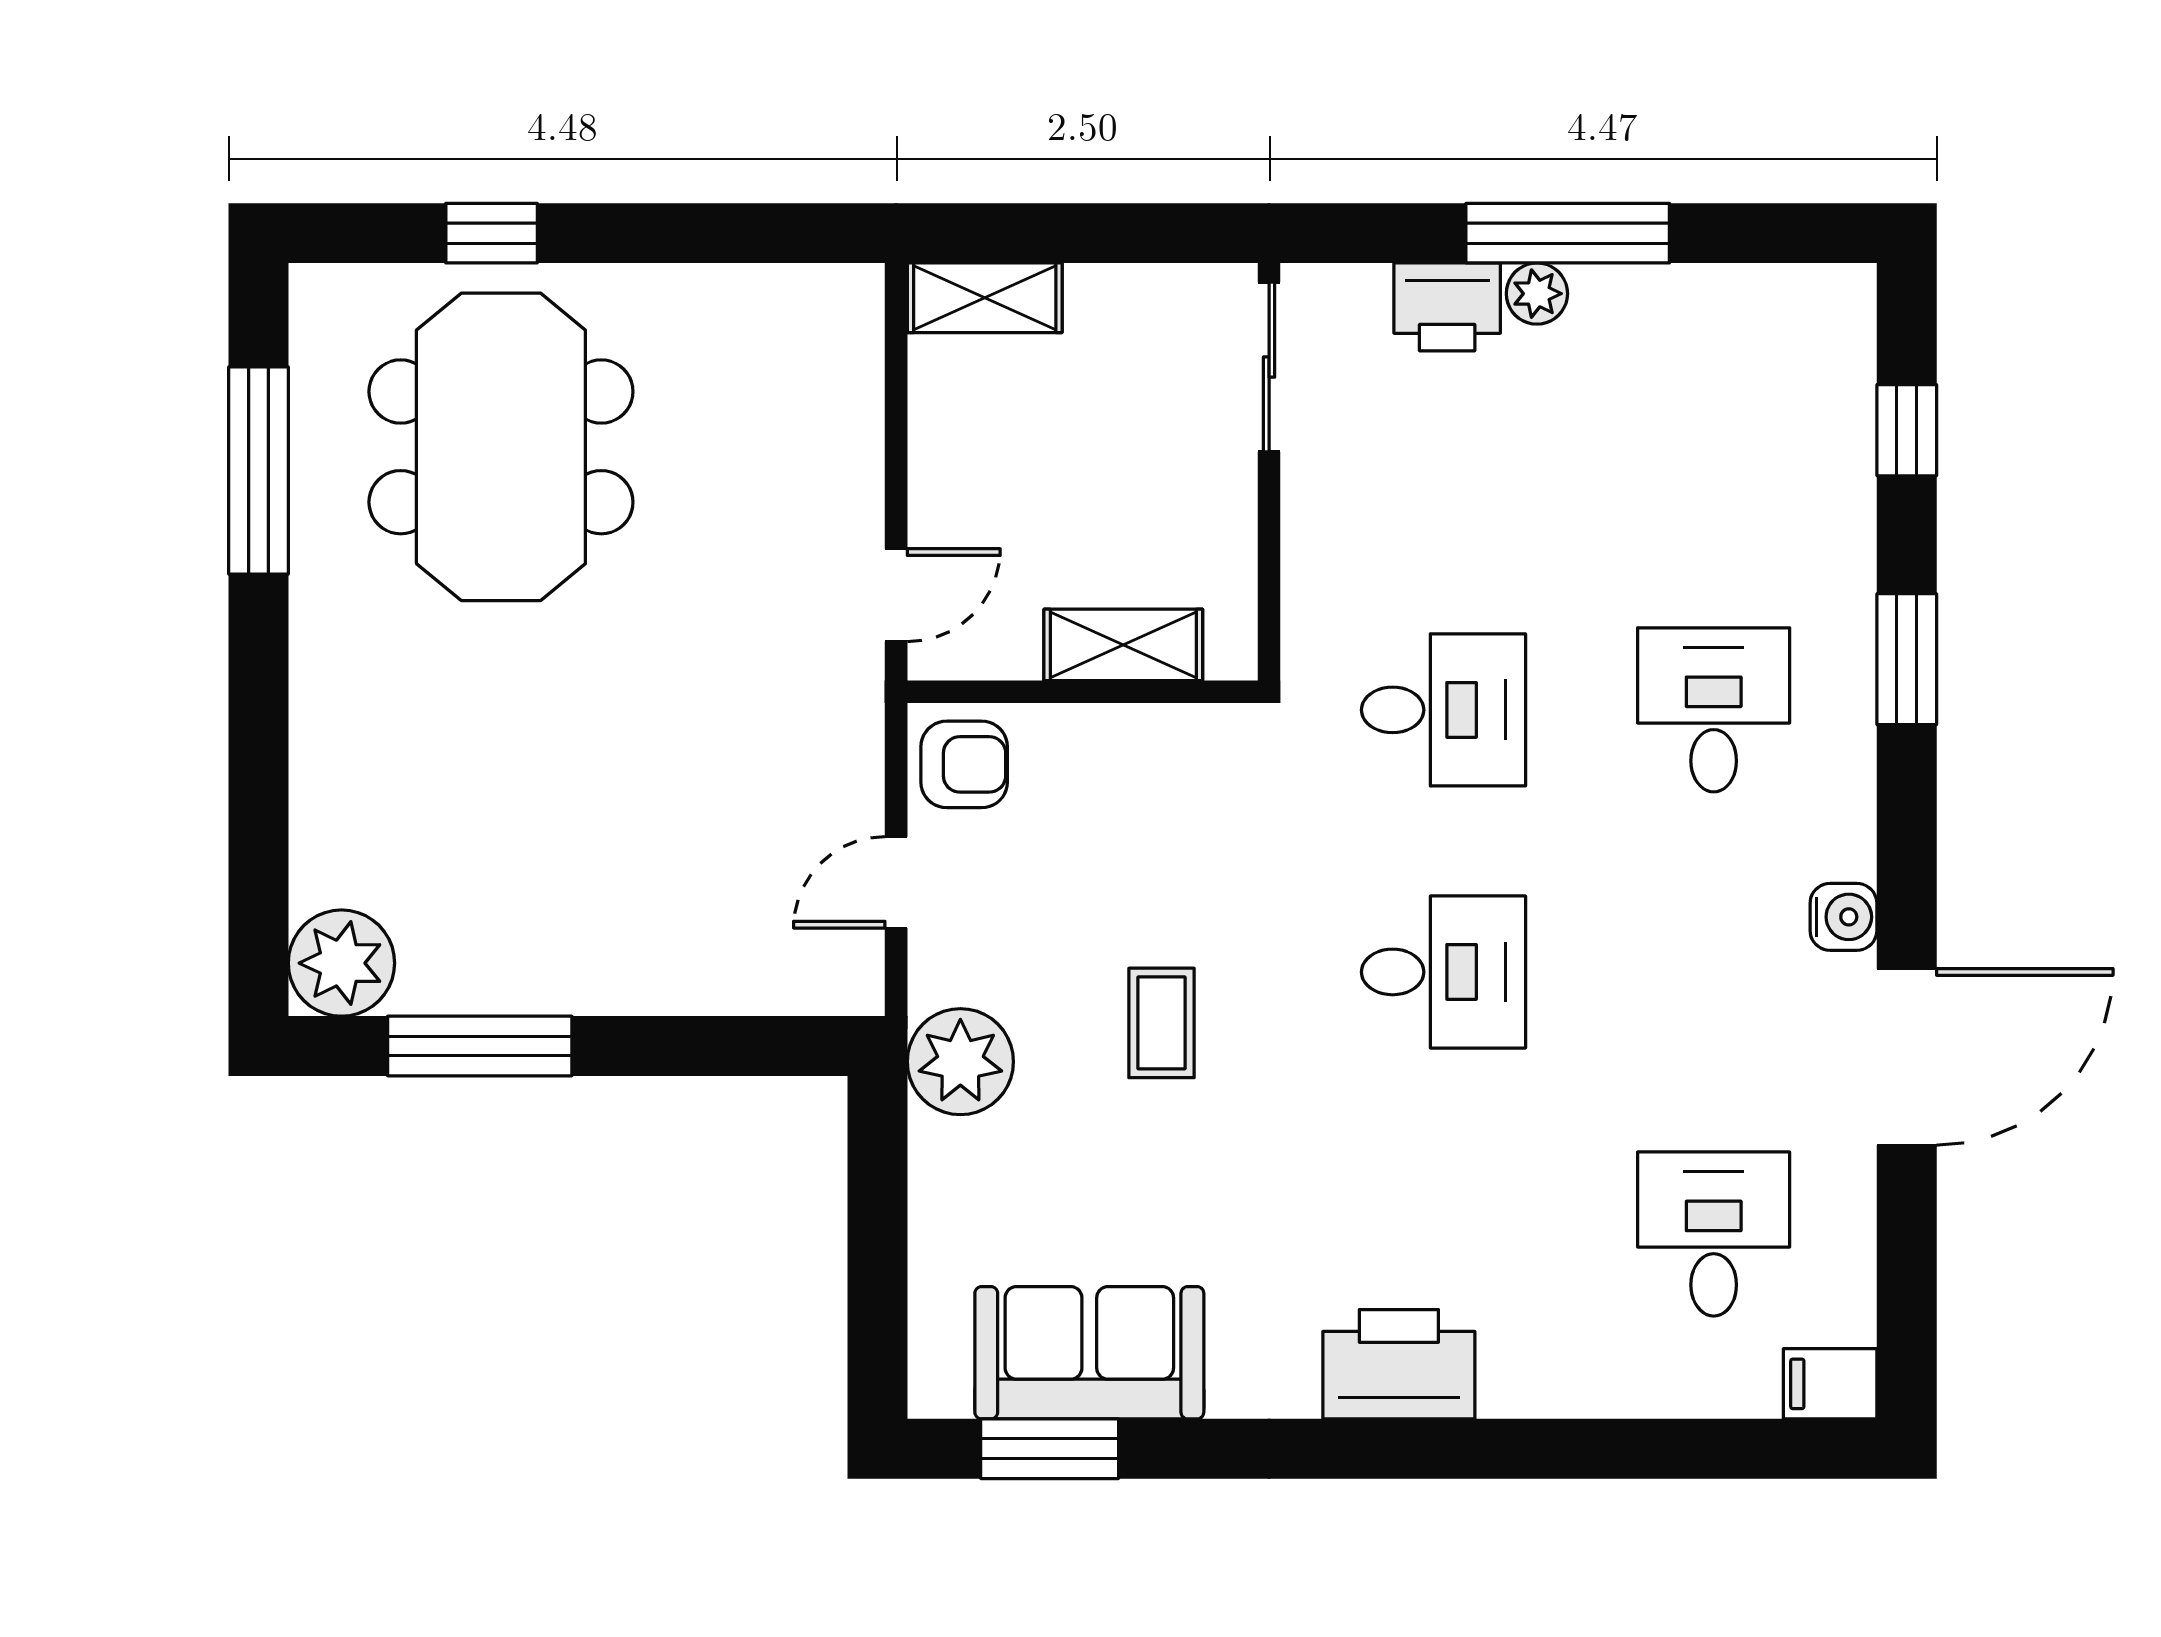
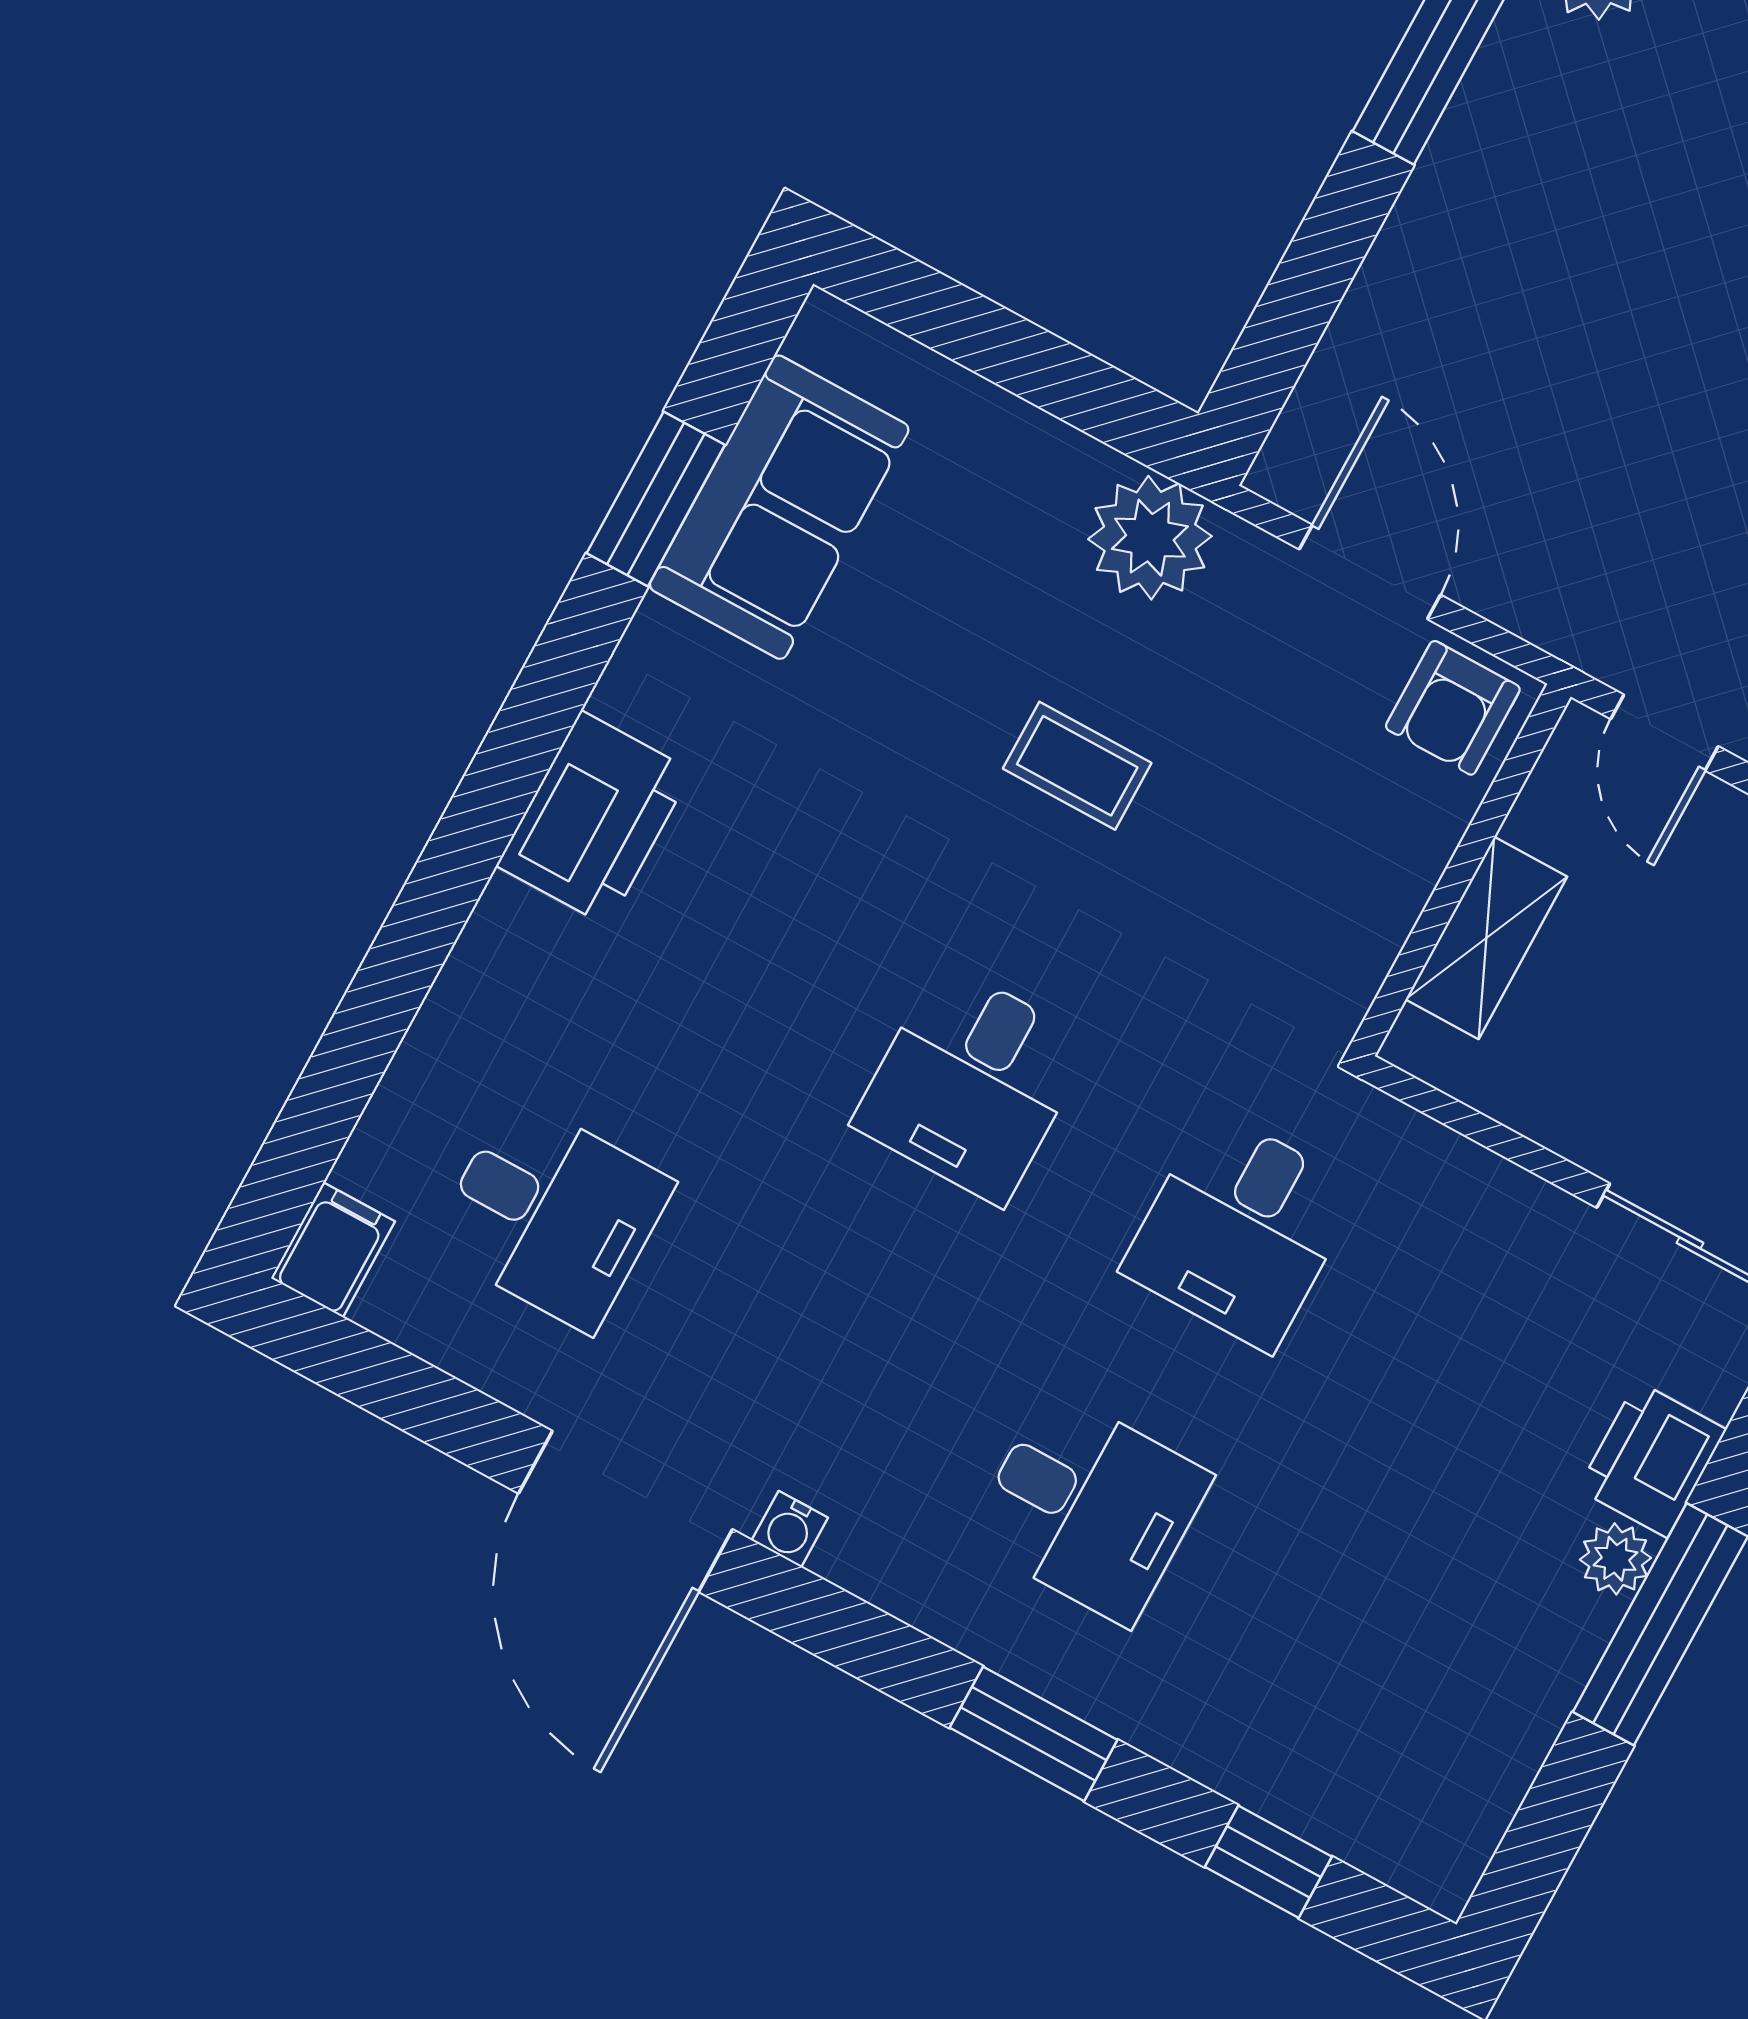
door: (896, 882) -> (1370, 572), width x1.38
water cooler: (1843, 917) -> (790, 1529), width x0.72, depth x0.72
window: (1050, 1449) -> (656, 499), moved

